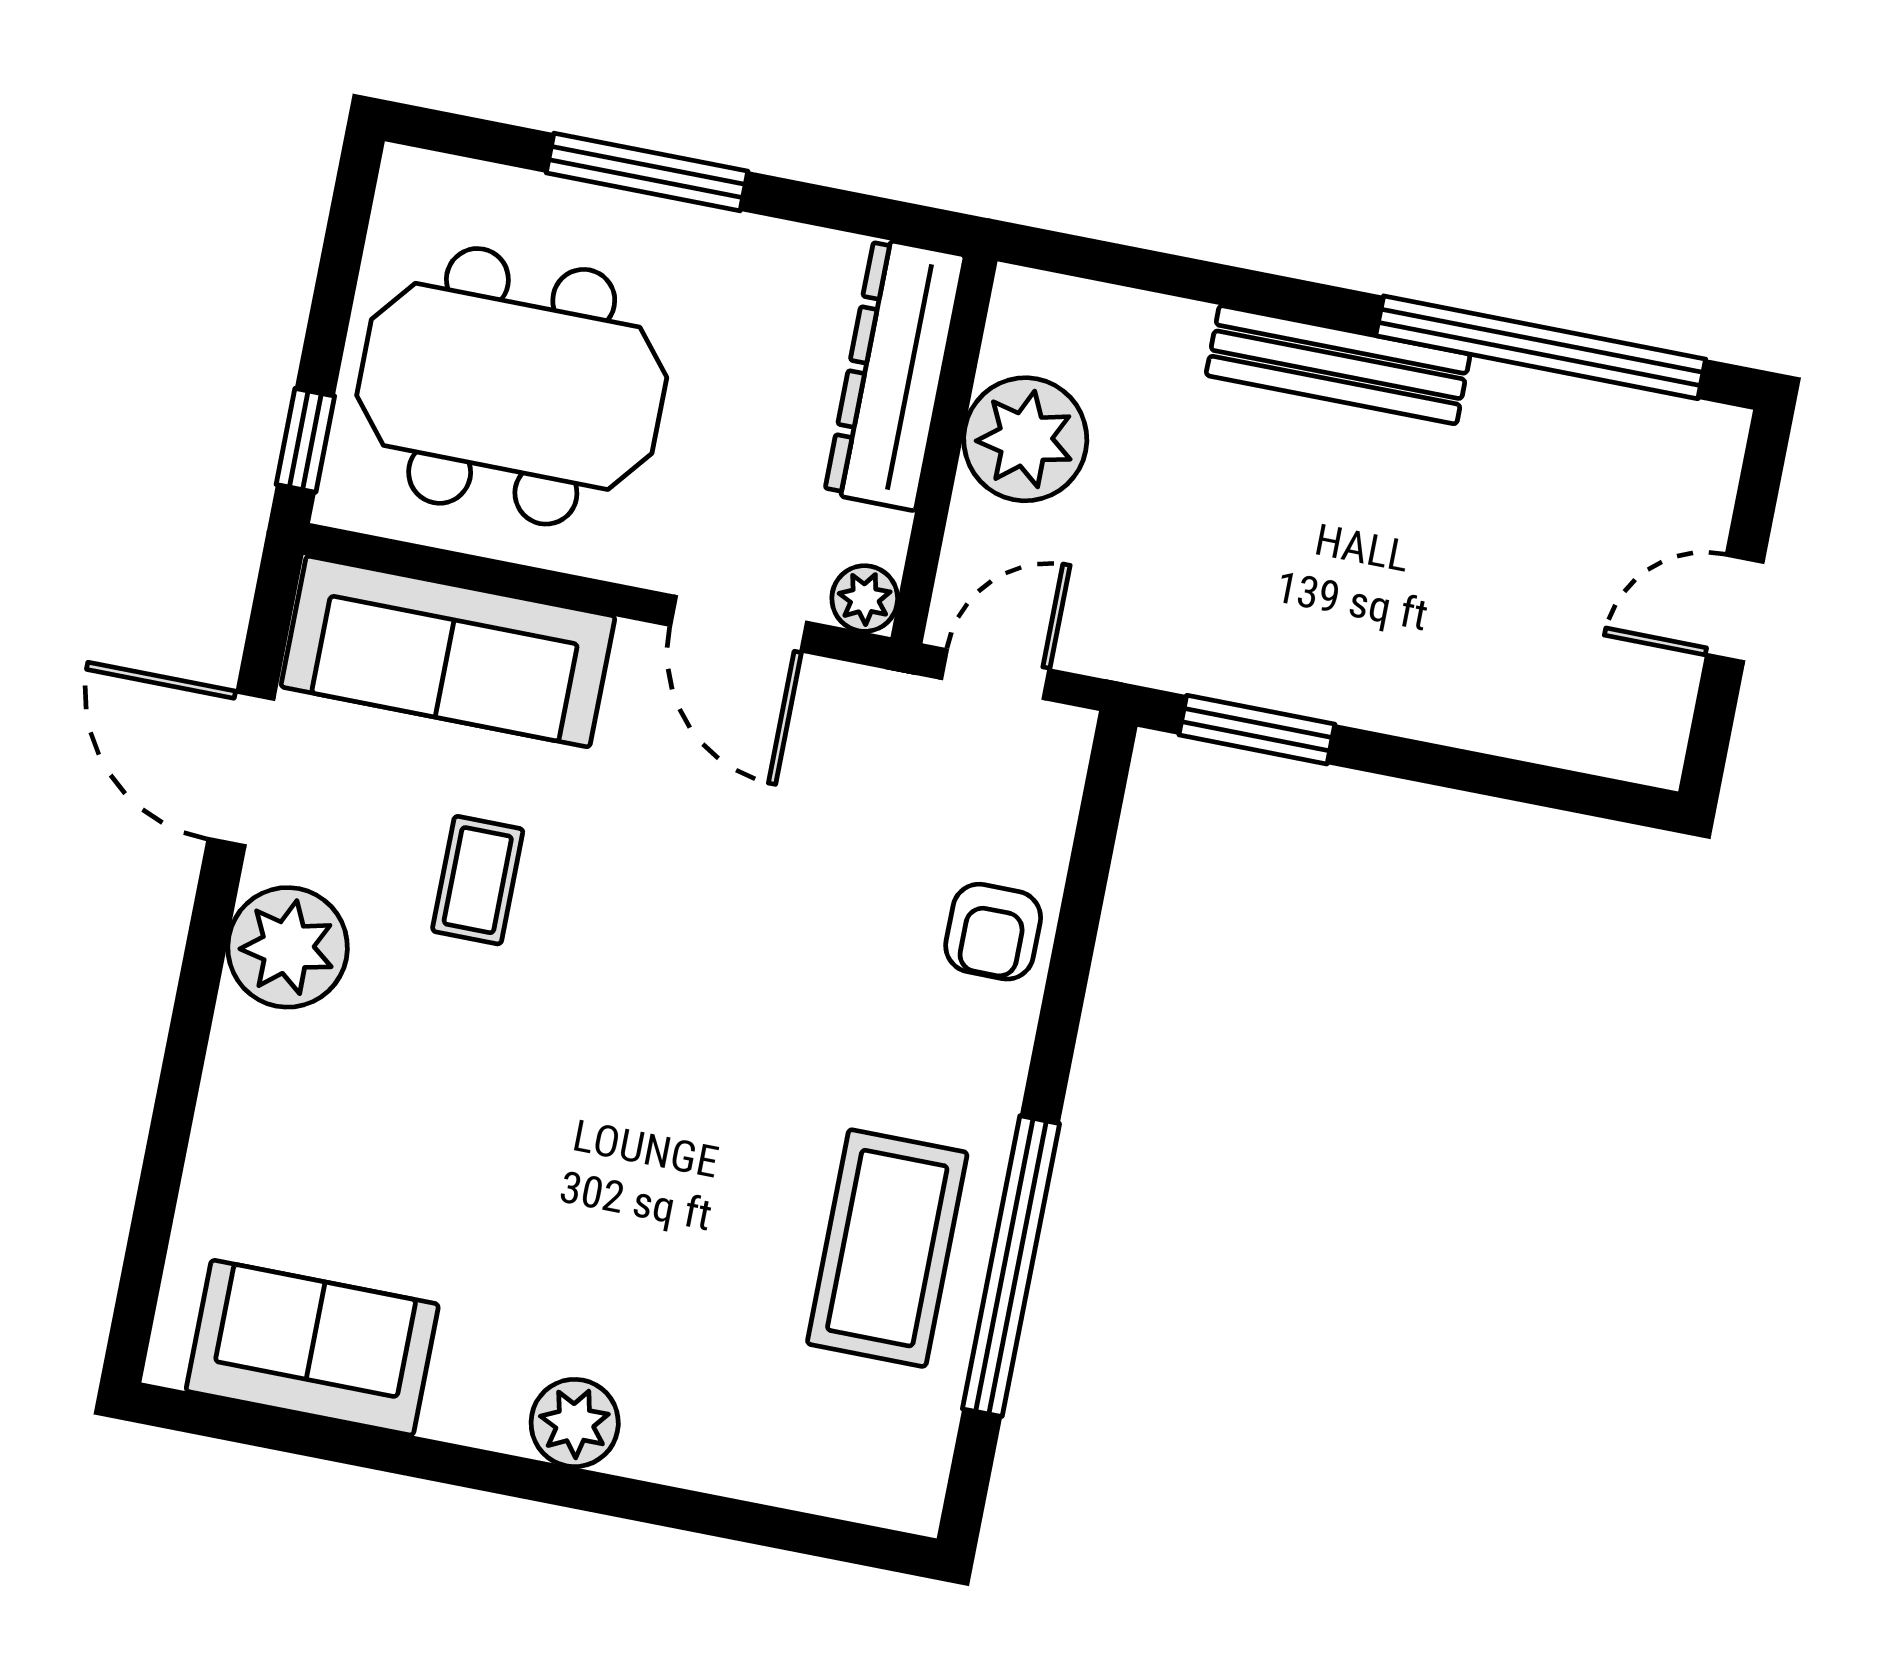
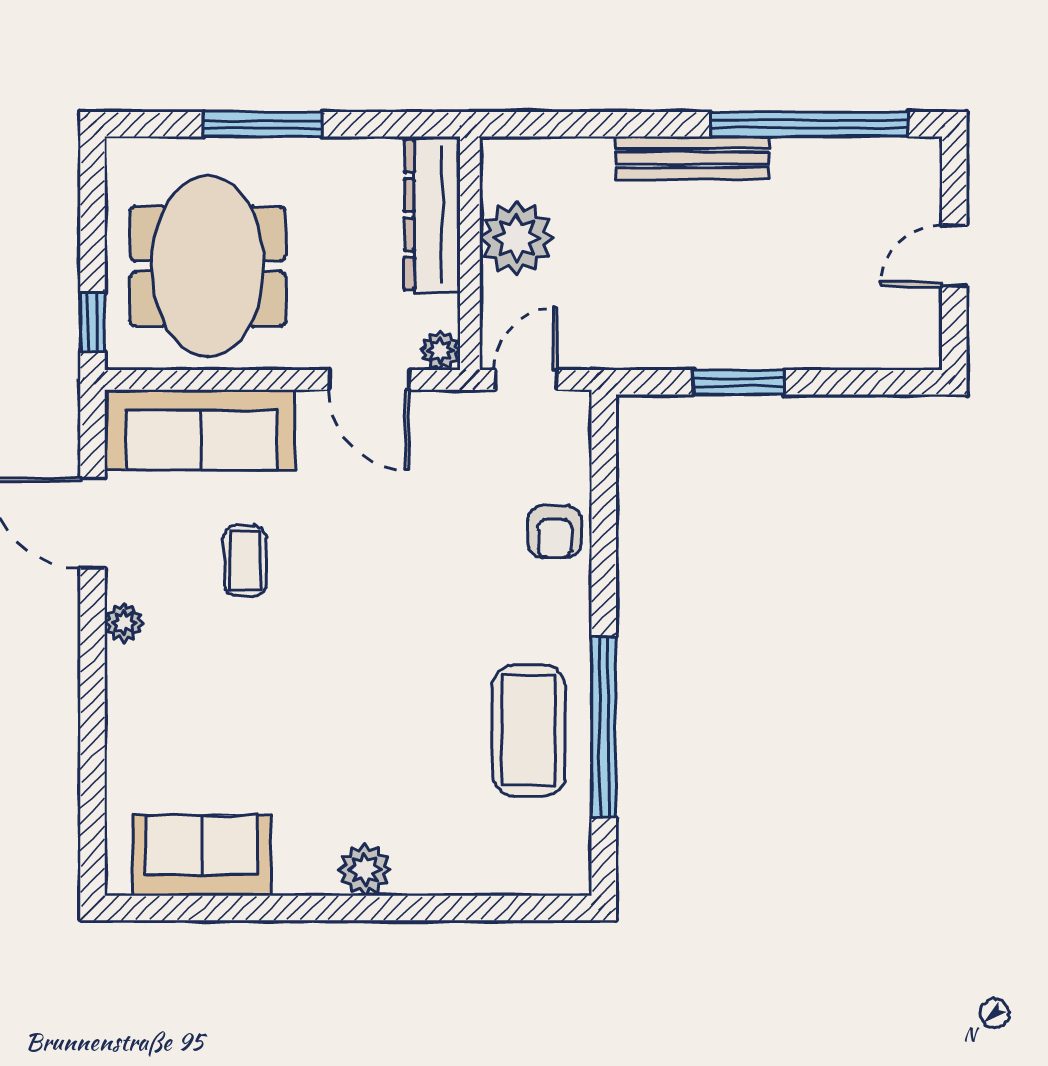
meeting table: (512, 386) -> (208, 266), turned 90
window: (1257, 730) -> (739, 382), moved
plant: (288, 947) -> (124, 623), width x0.53, depth x0.53

